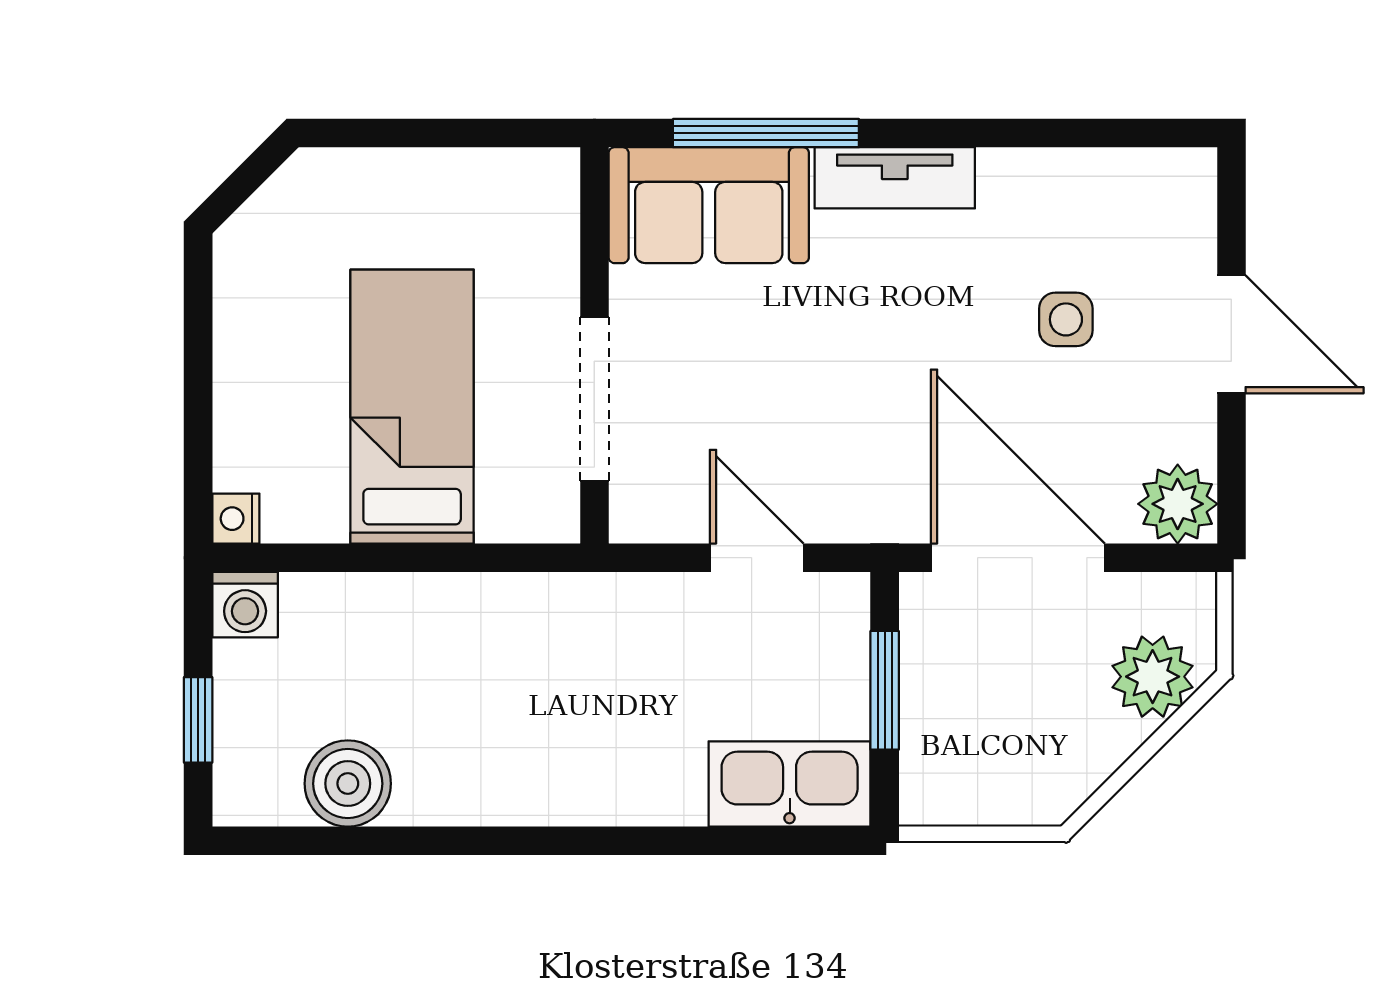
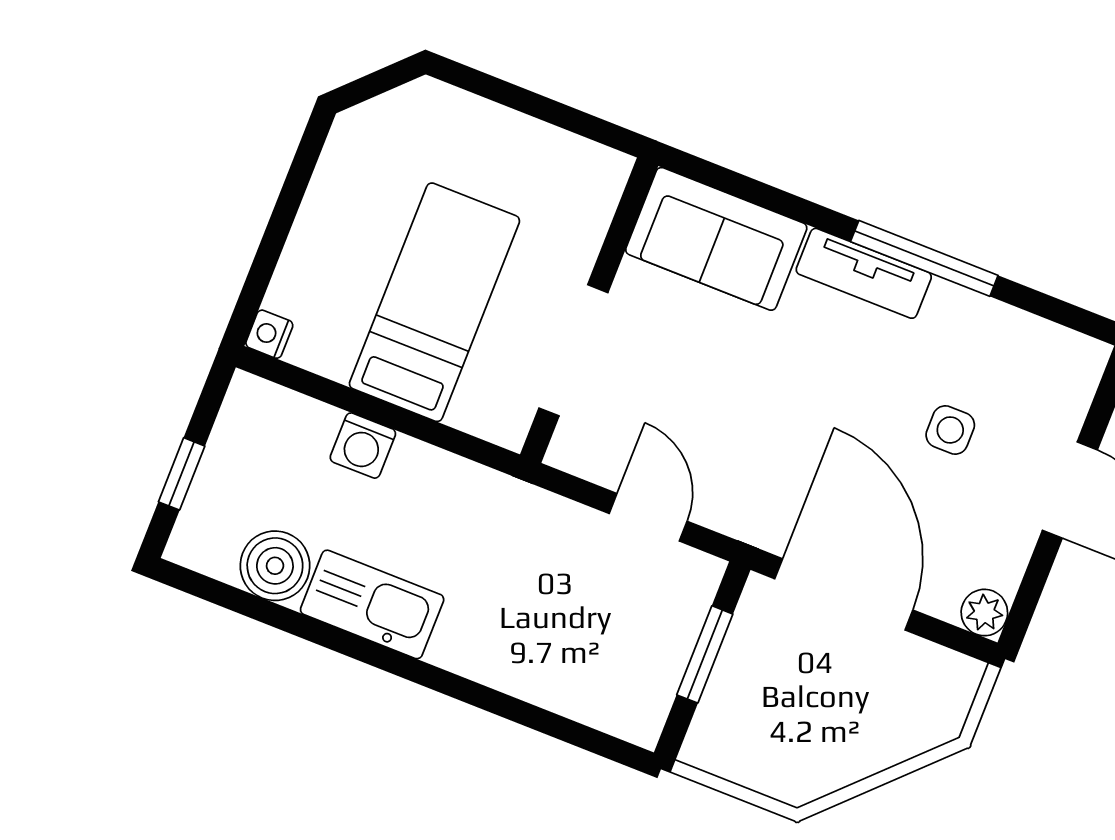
window: (766, 133) -> (924, 258), moved
plant: (1178, 504) -> (984, 613), width x0.73, depth x0.73
washing machine: (245, 605) -> (363, 446), moved
plant: (1153, 677) -> (910, 723), removed
kitchen sink: (790, 784) -> (372, 604), moved

